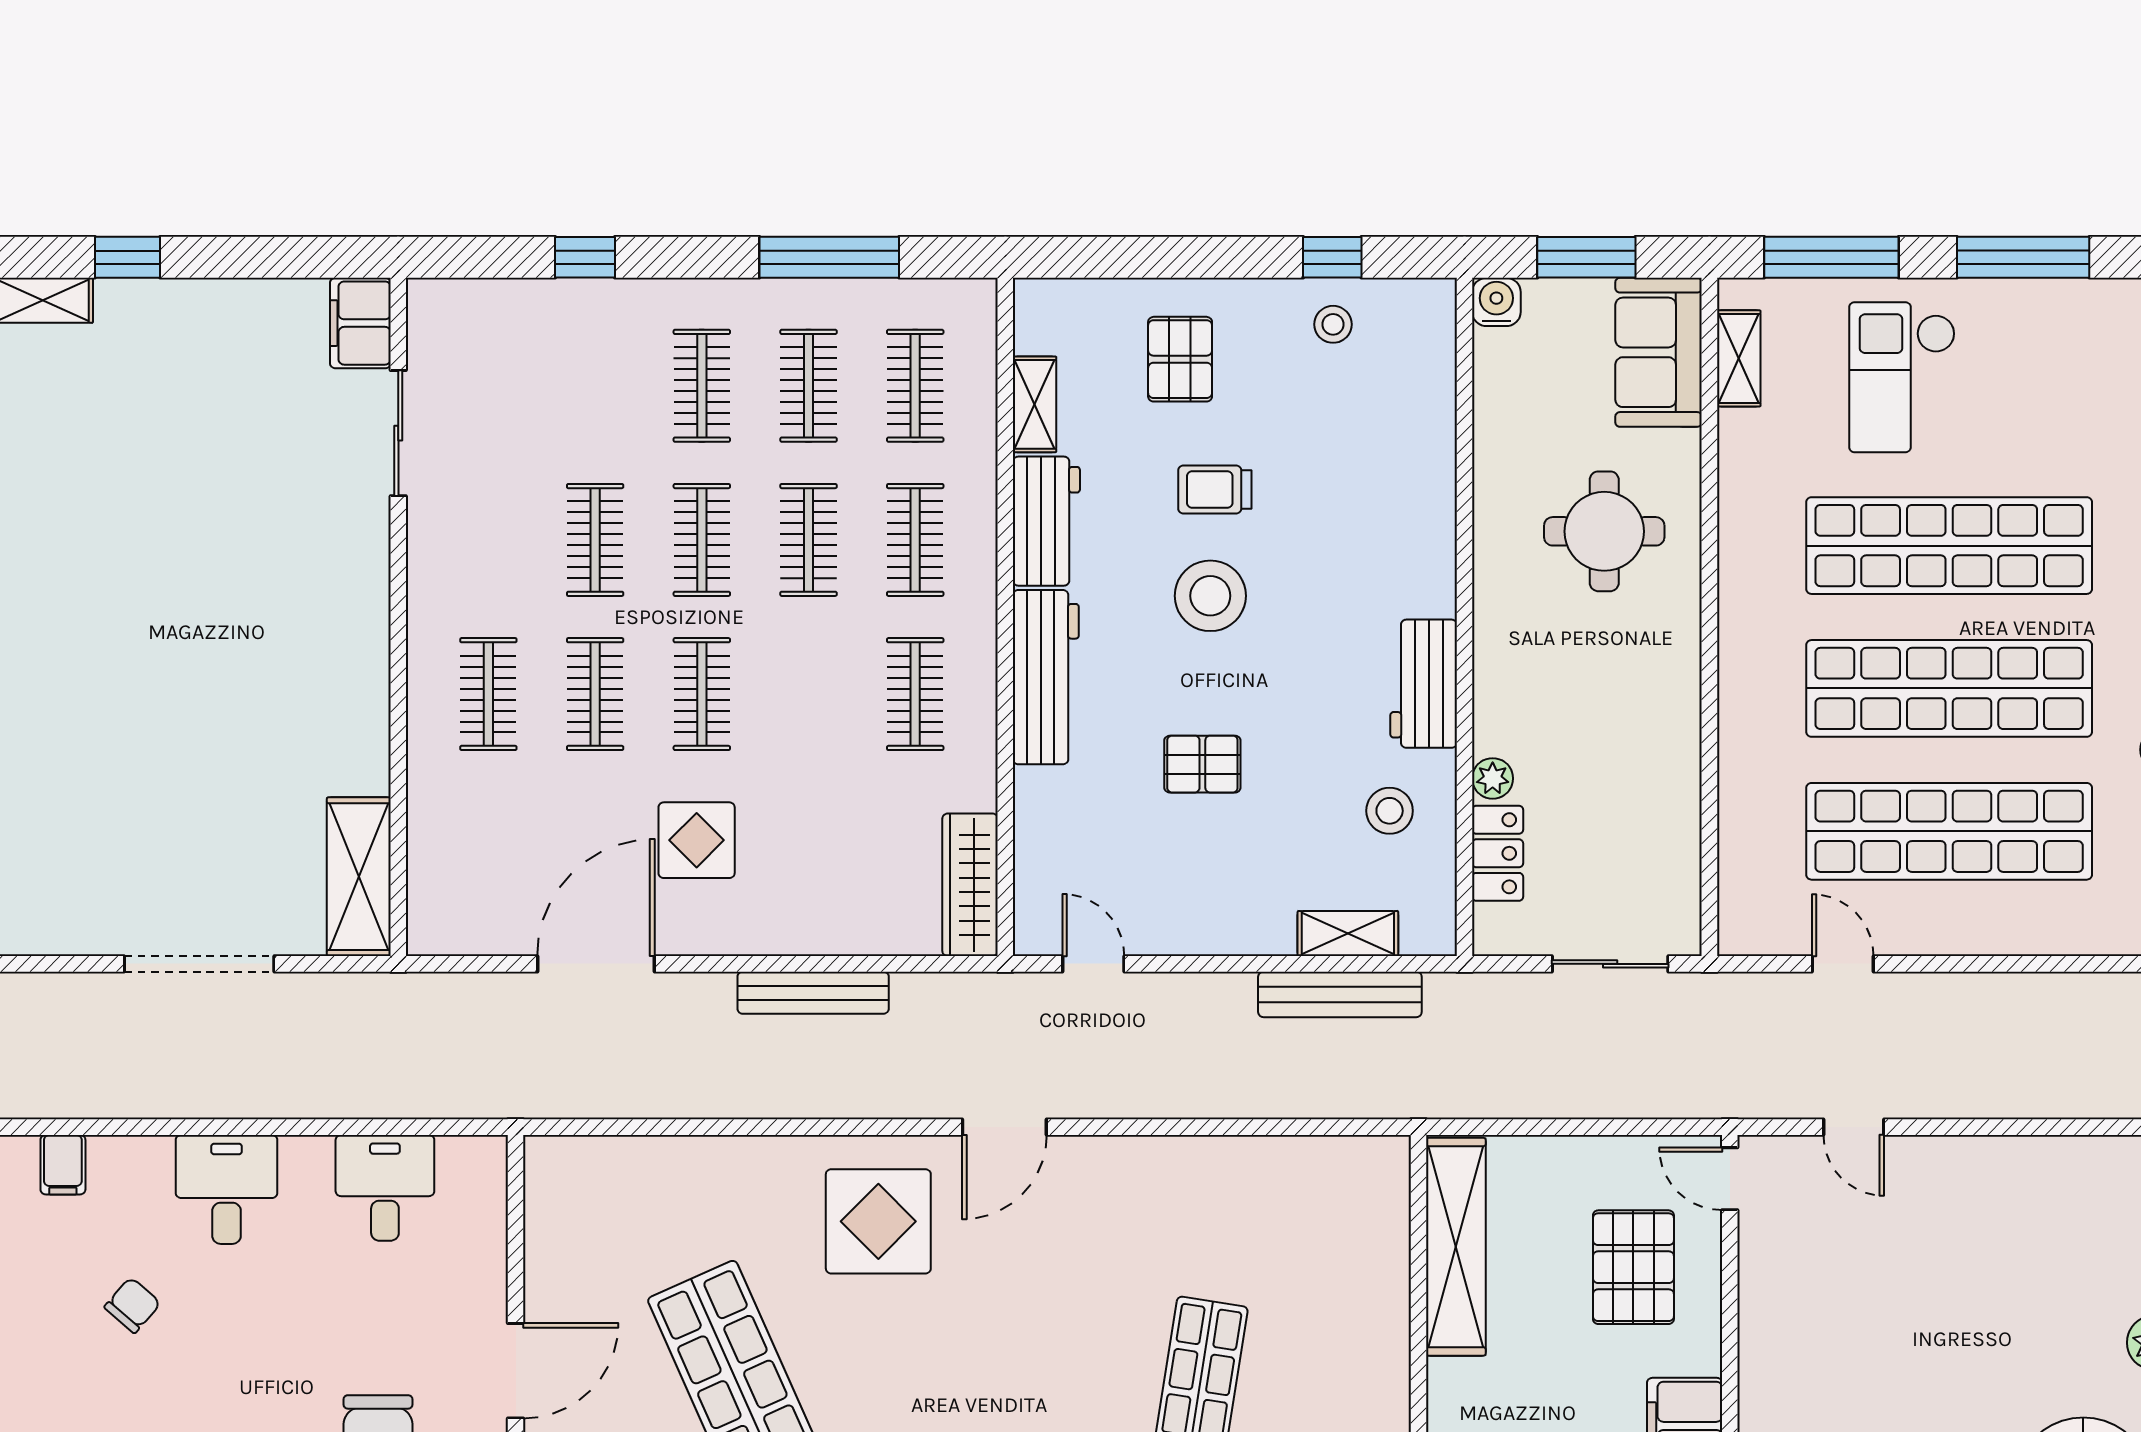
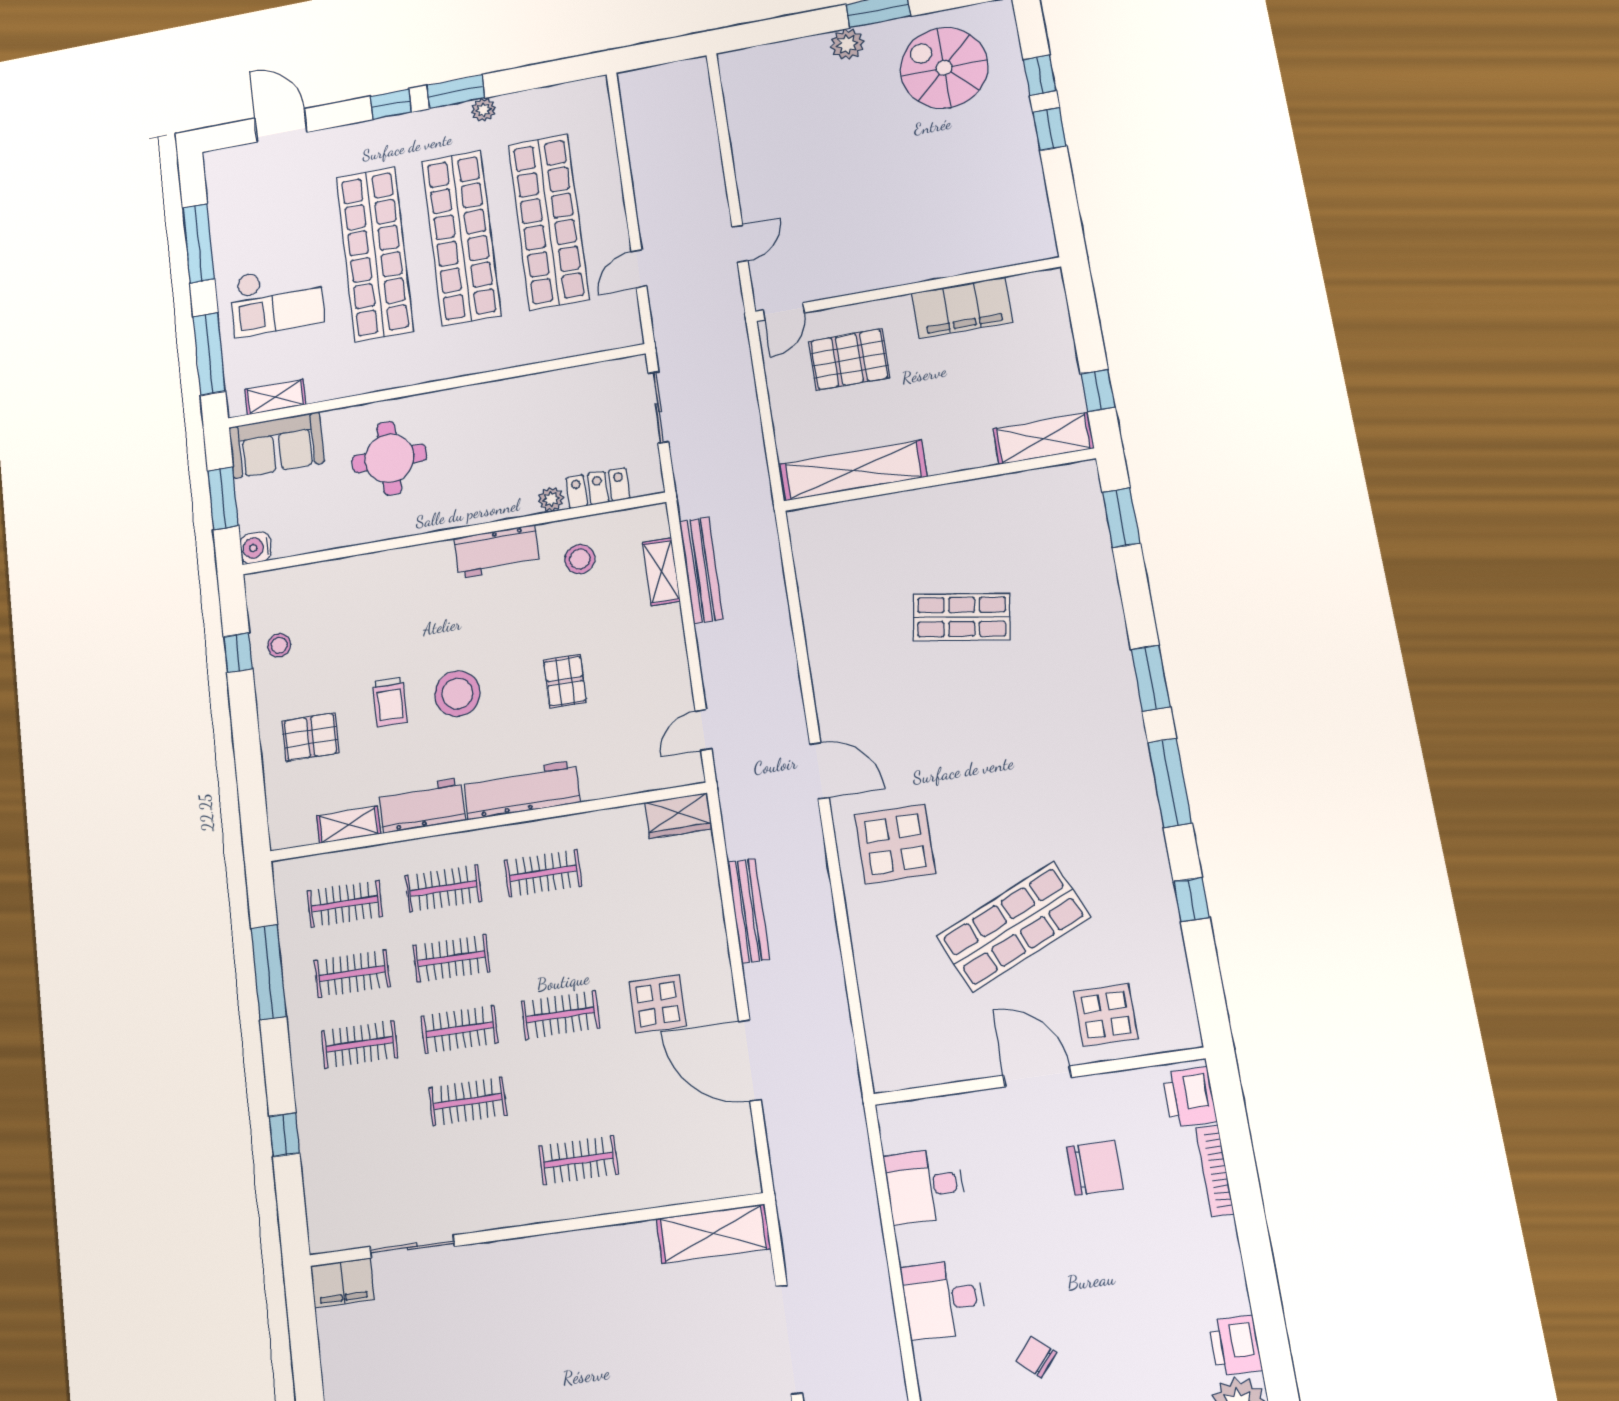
clothes rail: (595, 694) -> (569, 1087), removed
wardrobe: (970, 885) -> (678, 816), width x0.67

